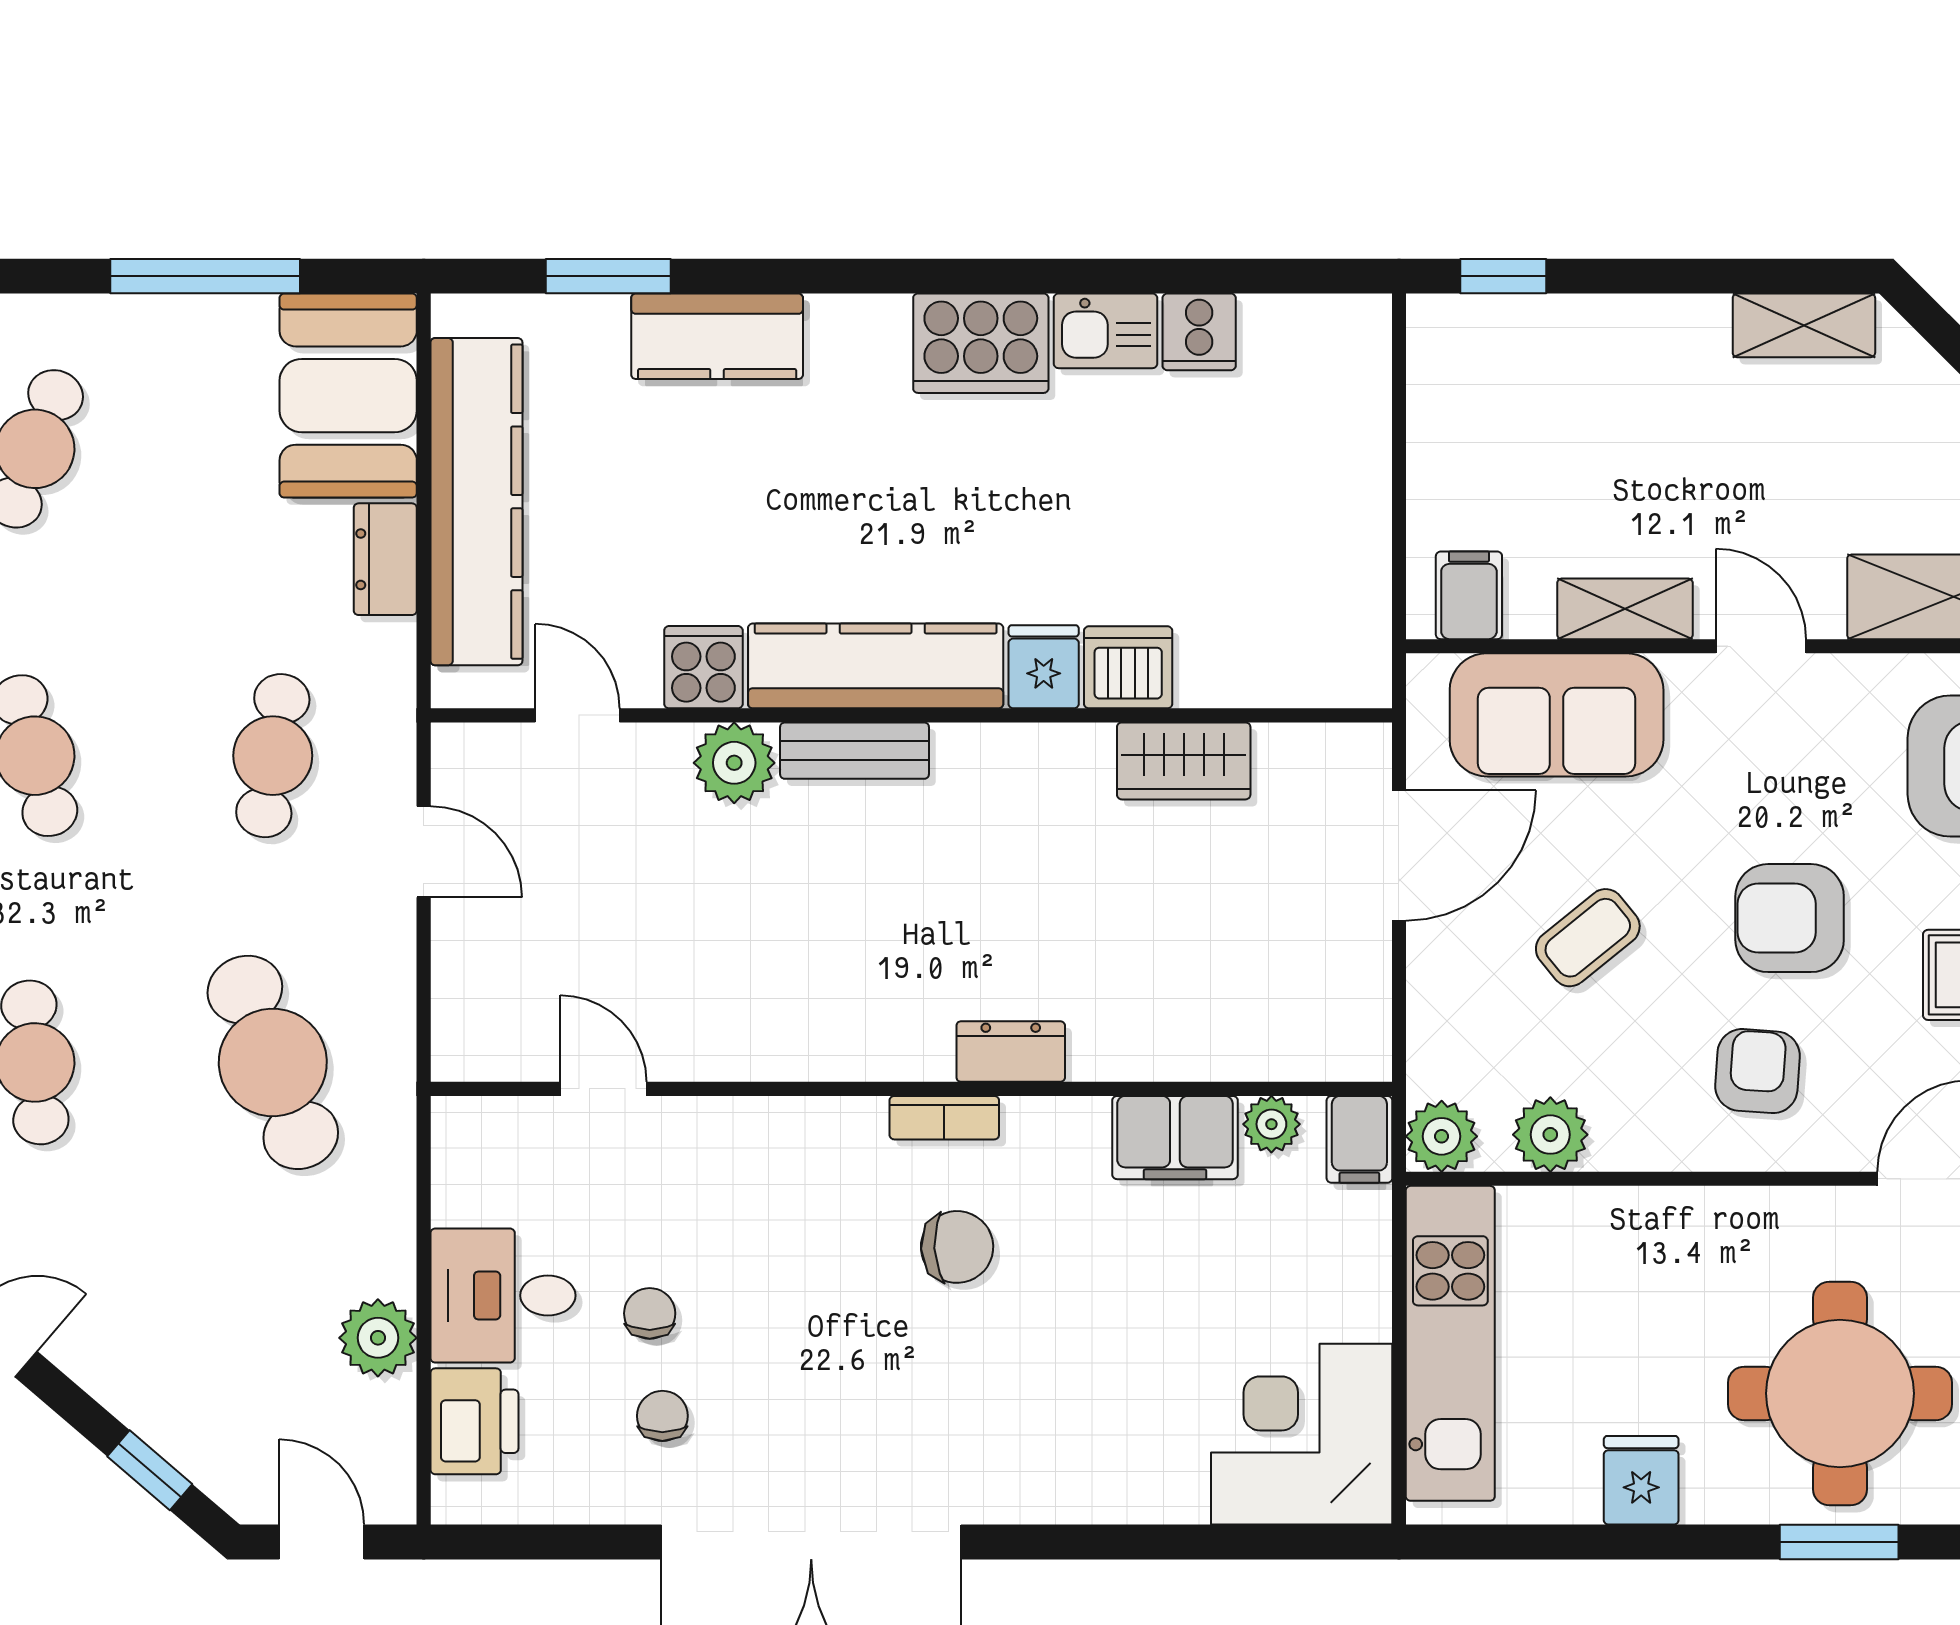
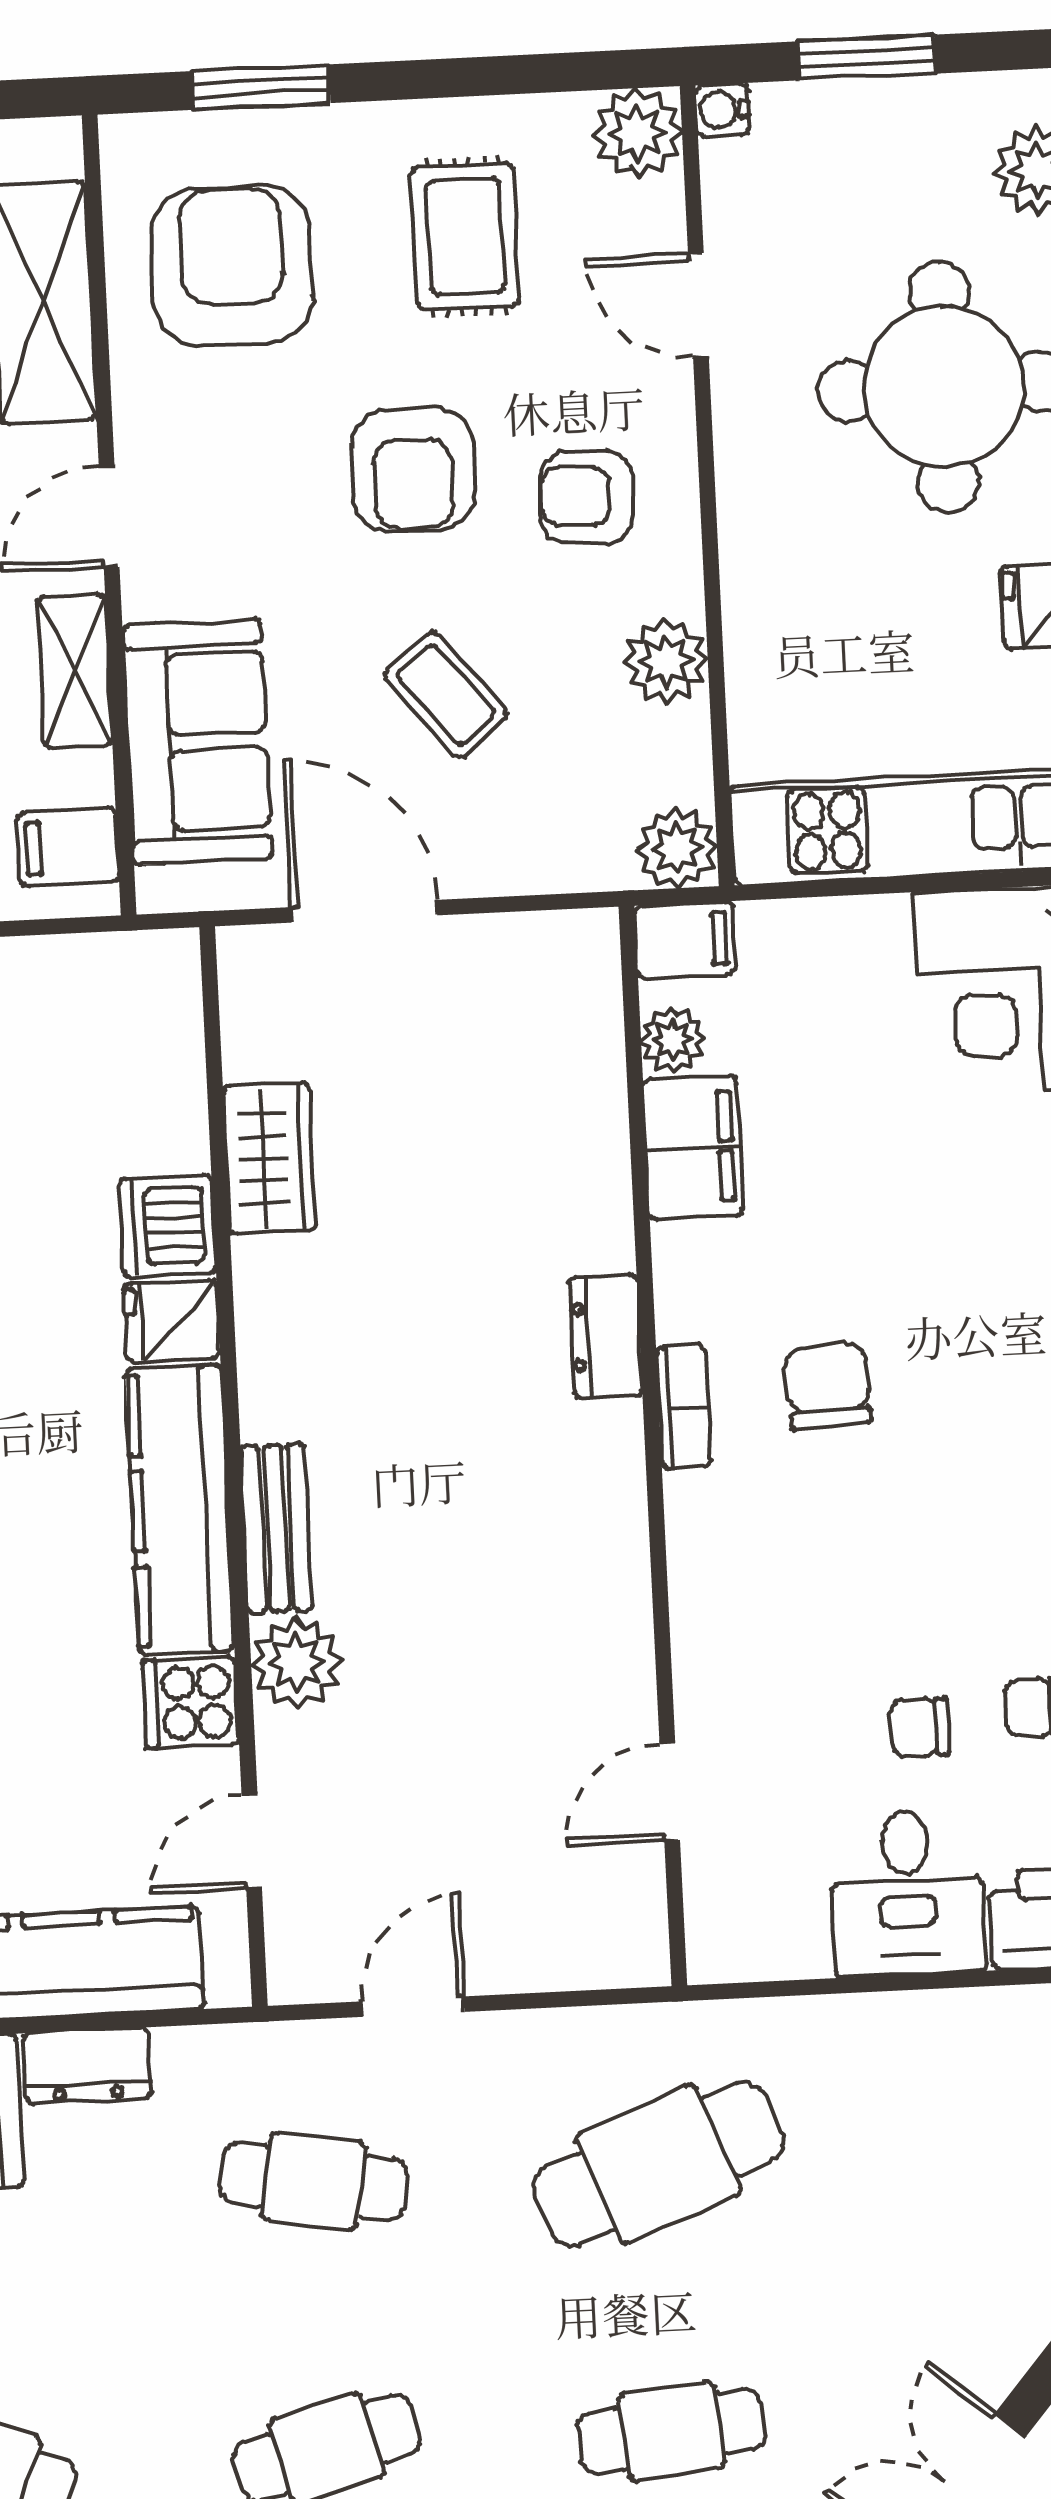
plant: (1550, 1135) -> (666, 661), moved
plant: (378, 1338) -> (962, 2031), removed

